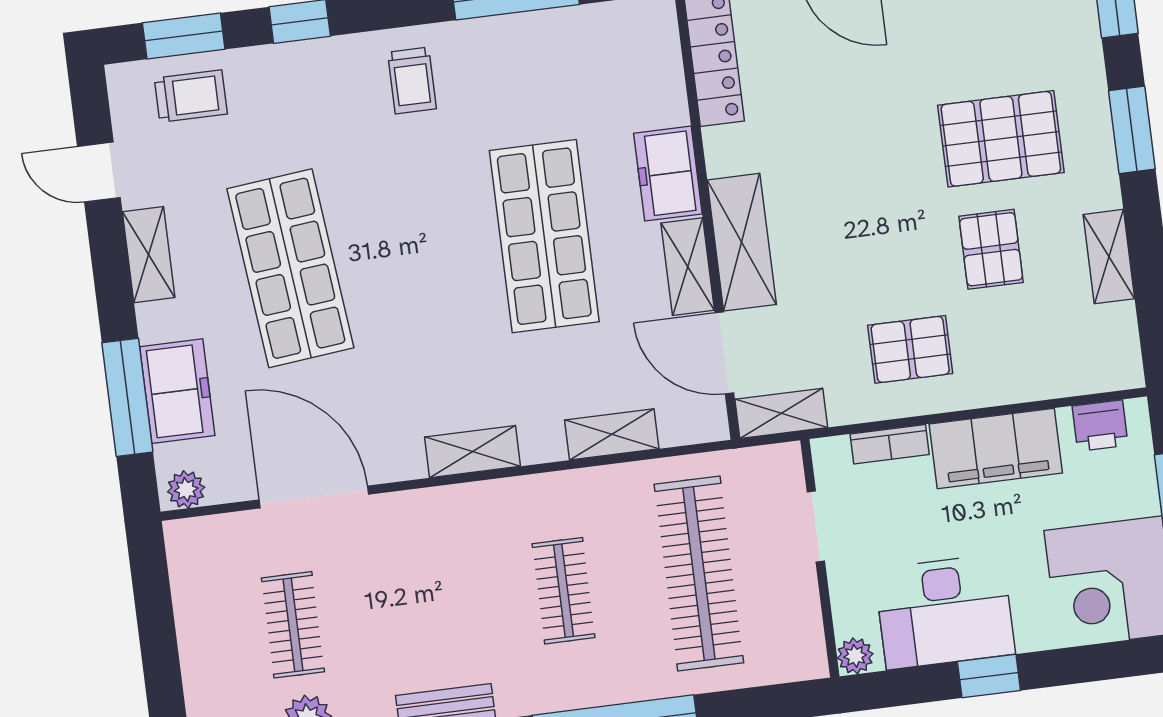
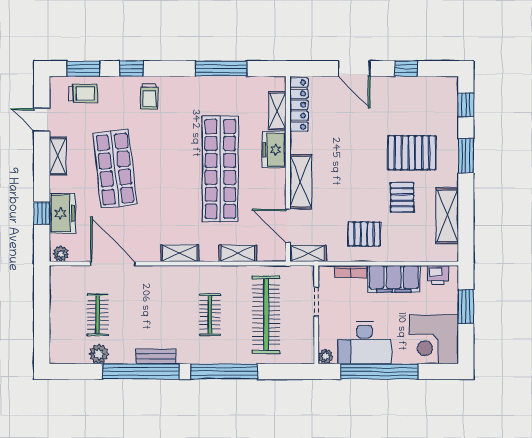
trolley: (412, 80) -> (149, 97), moved
shop shelf: (544, 236) -> (220, 169), width x1.40
shelving: (1109, 257) -> (447, 216), width x1.50, depth x1.33
shelving: (688, 267) -> (277, 111), moved
window: (127, 397) -> (42, 213), width x0.46
window: (989, 676) -> (379, 371), width x3.17

